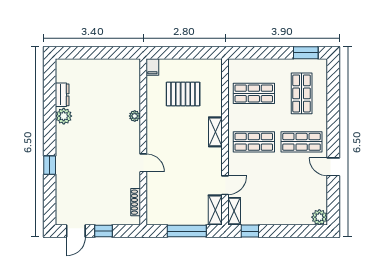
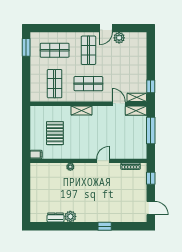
shop shelf: (254, 142) -> (88, 84), turned 90
plant: (319, 217) -> (119, 38), moved
window: (104, 231) -> (151, 178), moved

